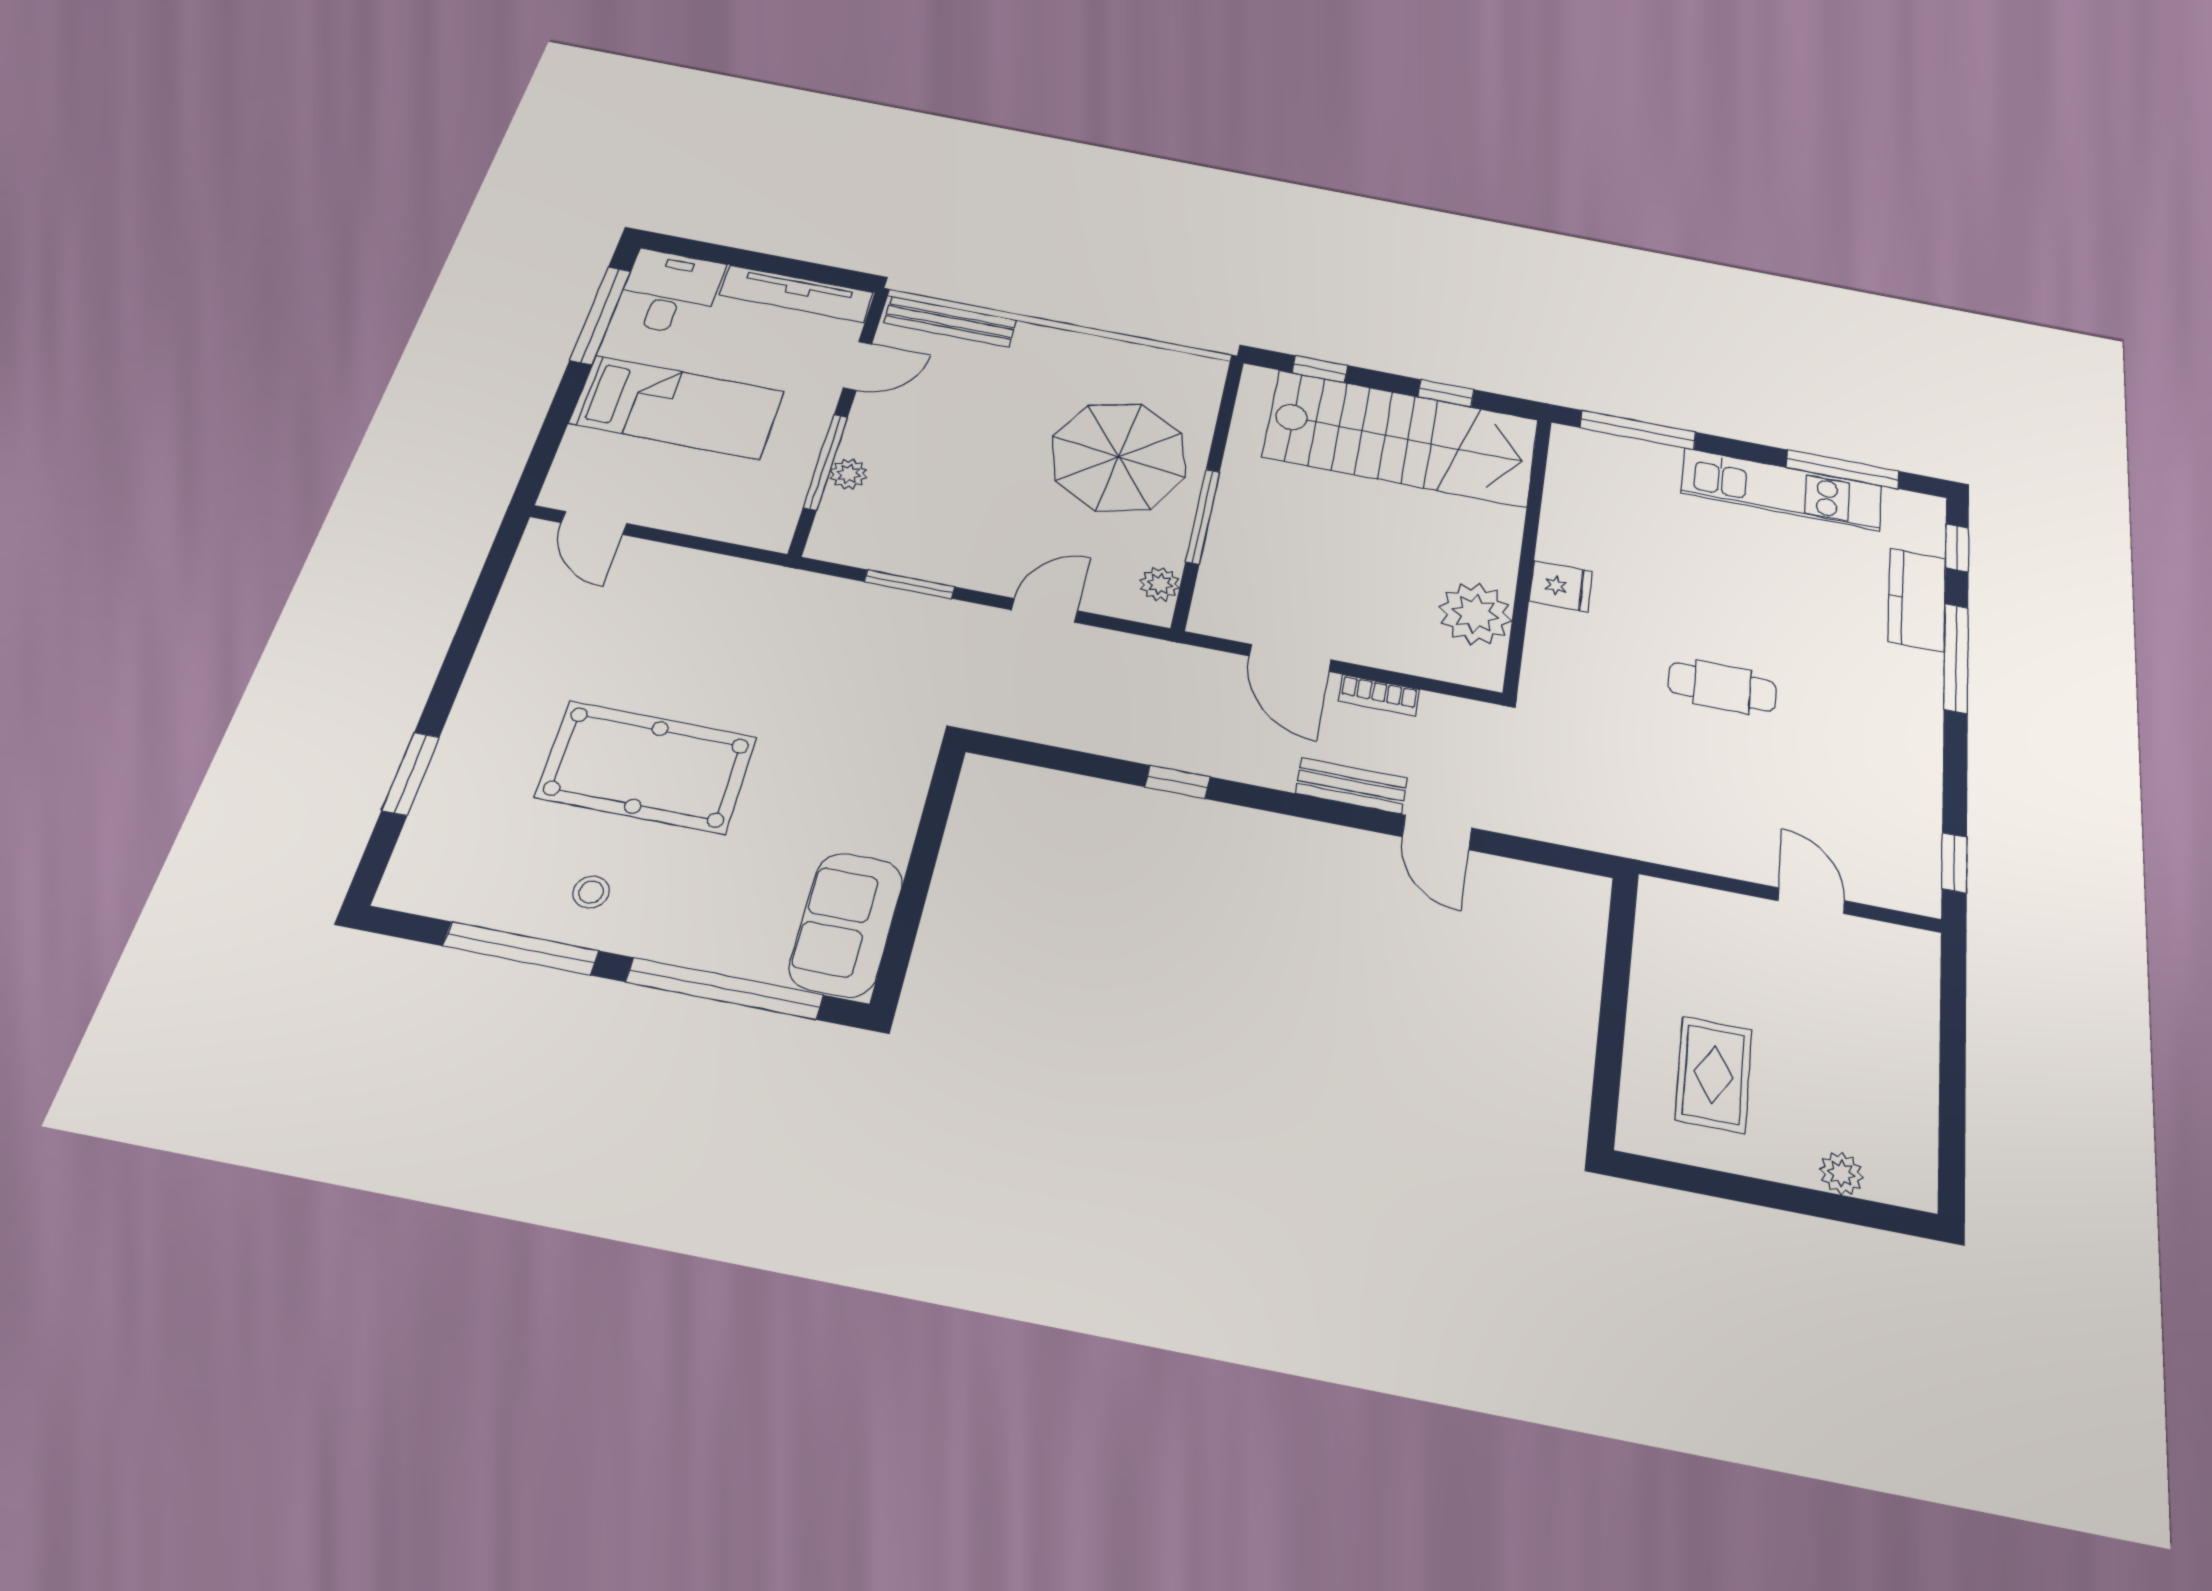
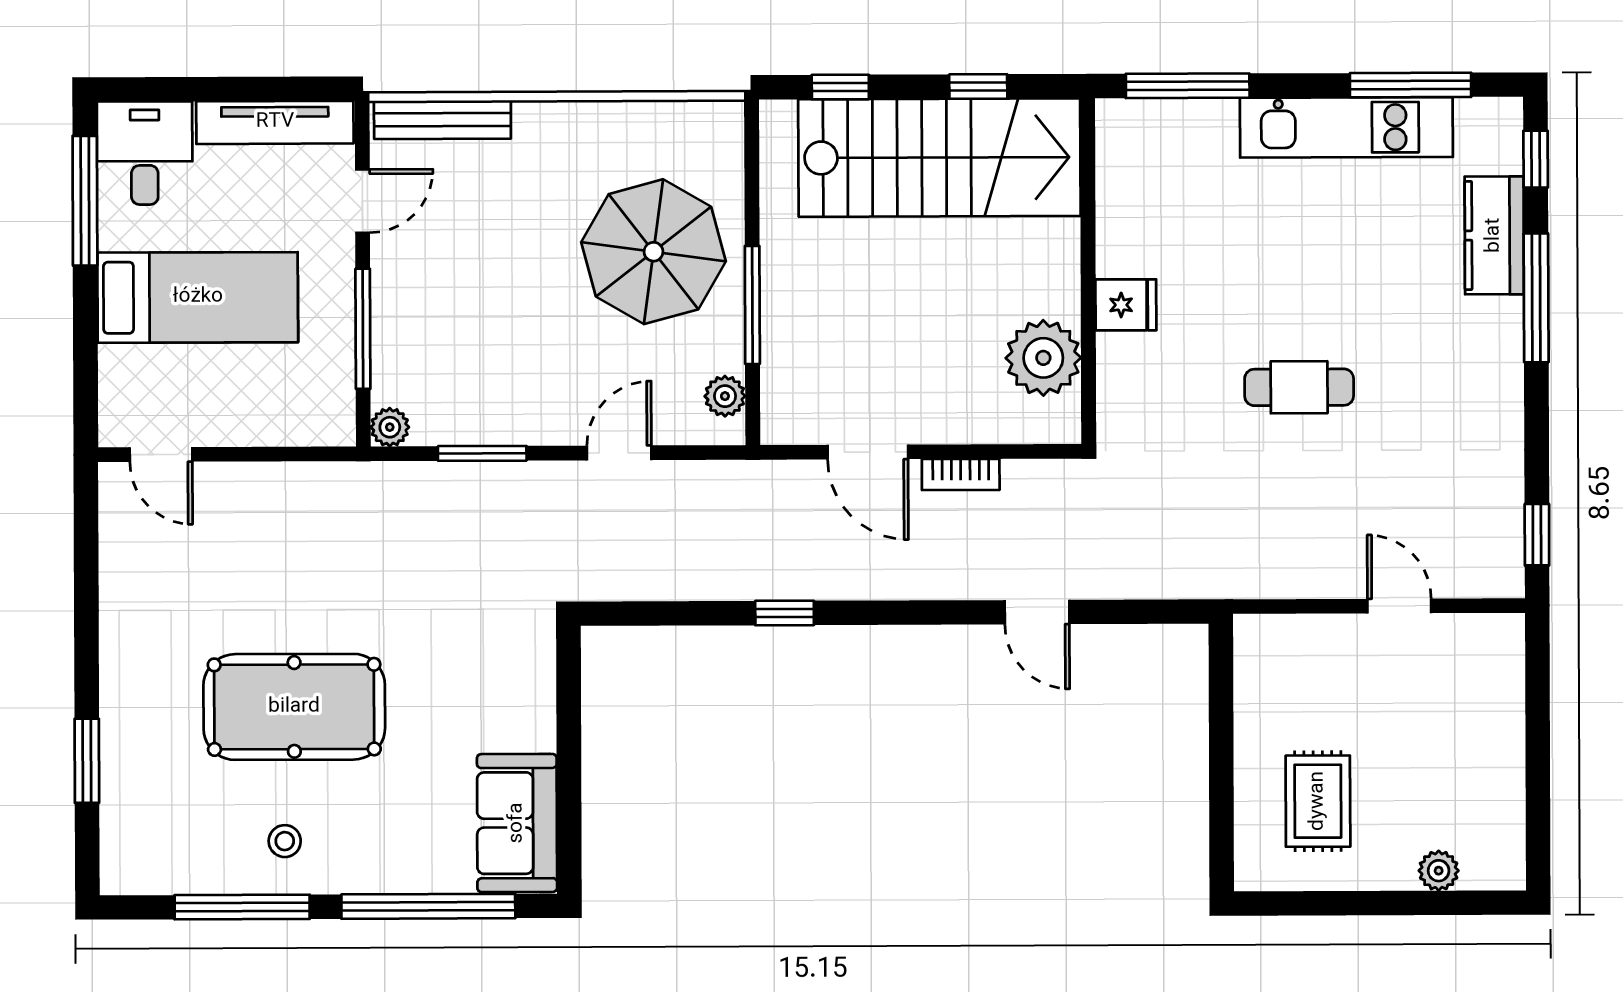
plant: (849, 474) -> (390, 427), moved
bench: (1351, 786) -> (949, 580), removed

